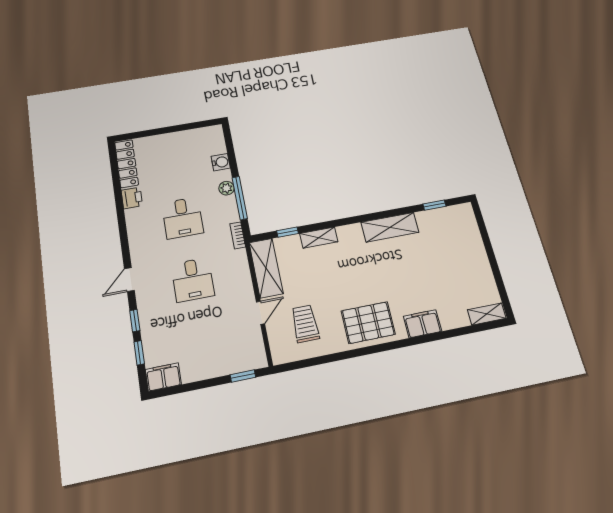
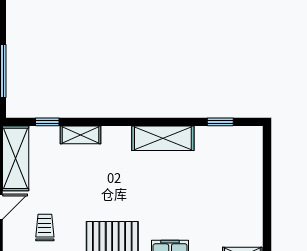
trolley: (305, 324) -> (45, 228), width x0.73, depth x0.72

